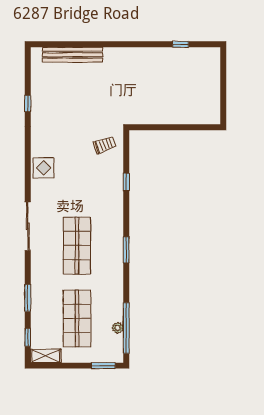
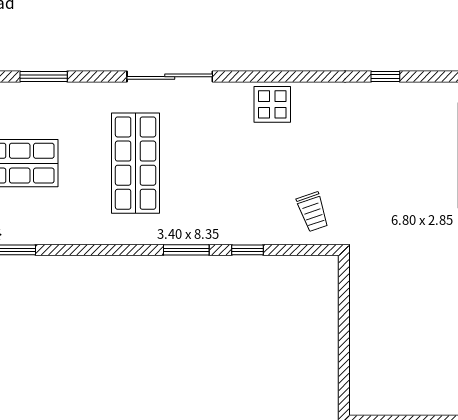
shop shelf: (77, 246) -> (136, 163), turned 90
window: (126, 250) -> (186, 250), moved

